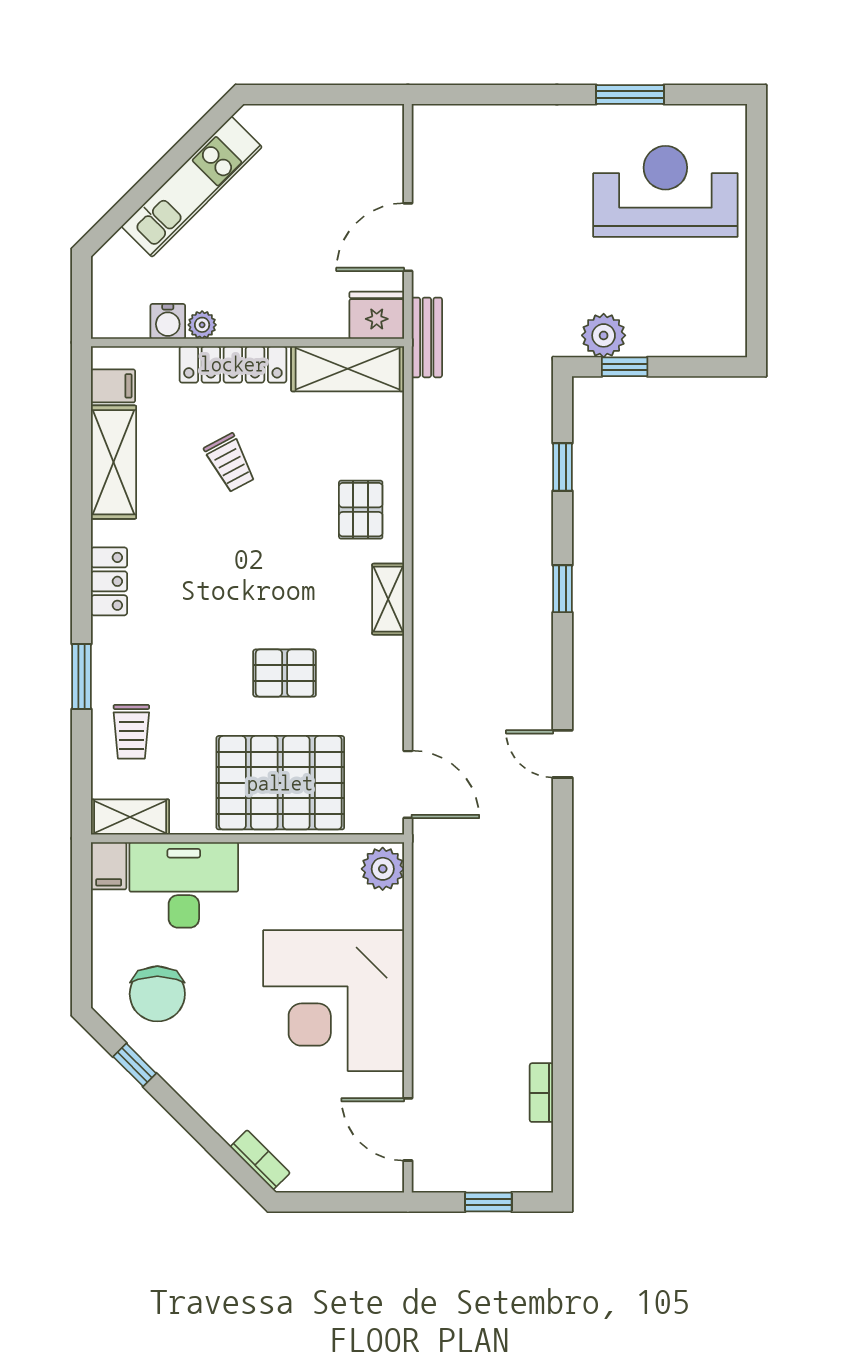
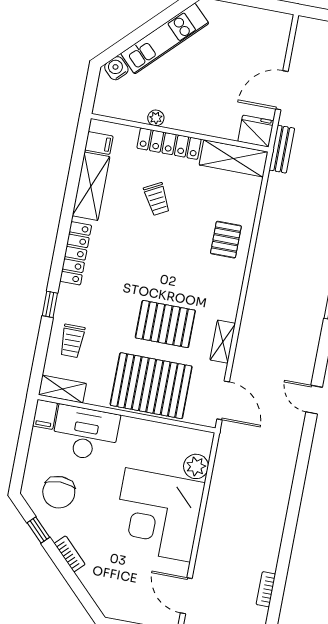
water cooler: (168, 321) -> (116, 68), moved, turned 135
locker: (109, 581) -> (76, 253), width x1.53
shelving: (388, 599) -> (223, 342), moved
pallet: (285, 673) -> (165, 324), width x1.50, depth x1.42
window: (82, 677) -> (50, 304), width x0.67
plant: (383, 869) -> (196, 466), moved
bookcase: (260, 1160) -> (70, 554), moved

